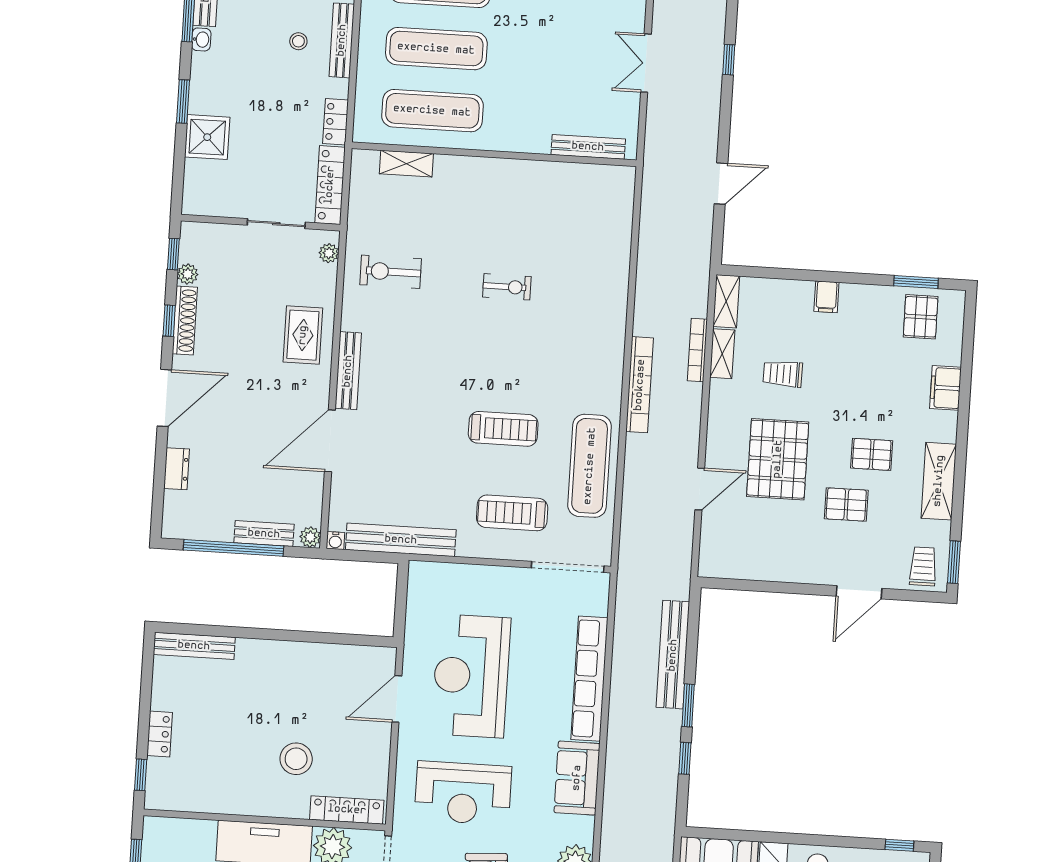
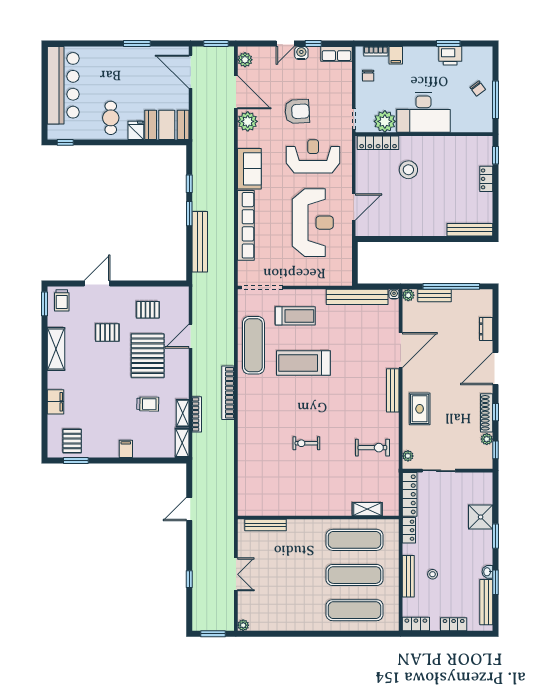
treadmill: (503, 429) -> (303, 363), width x1.37, depth x1.38
pallet: (872, 454) -> (148, 310), moved

